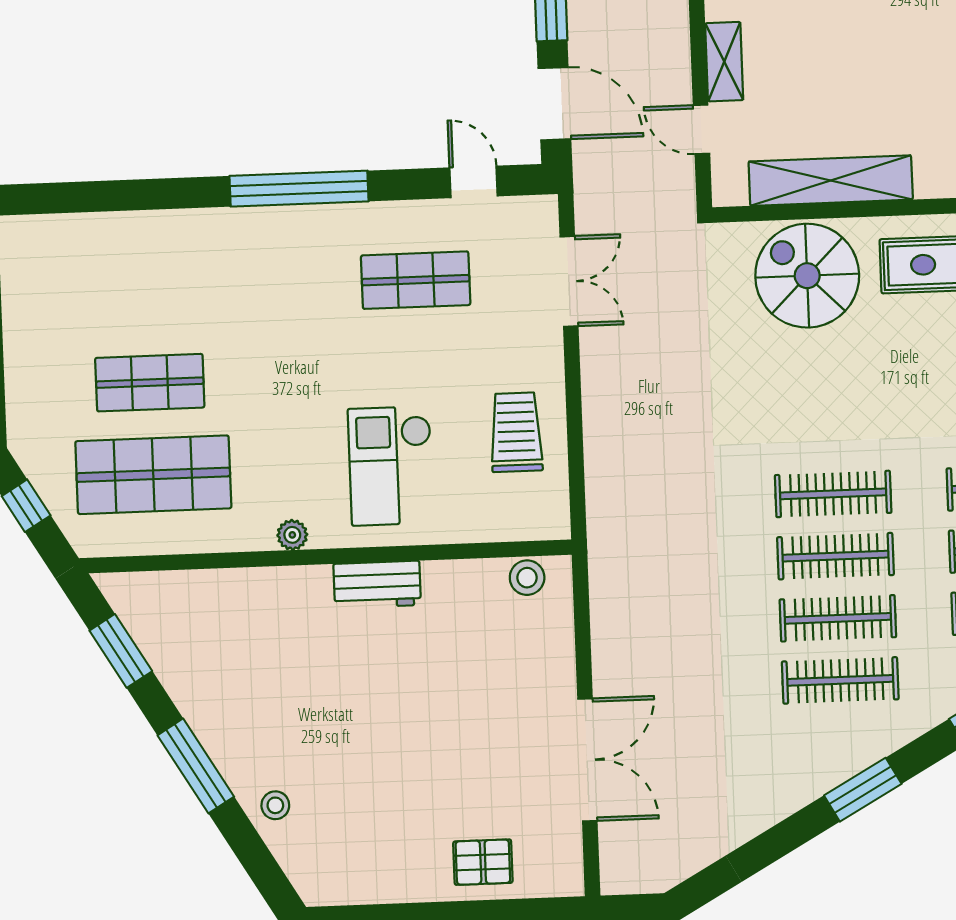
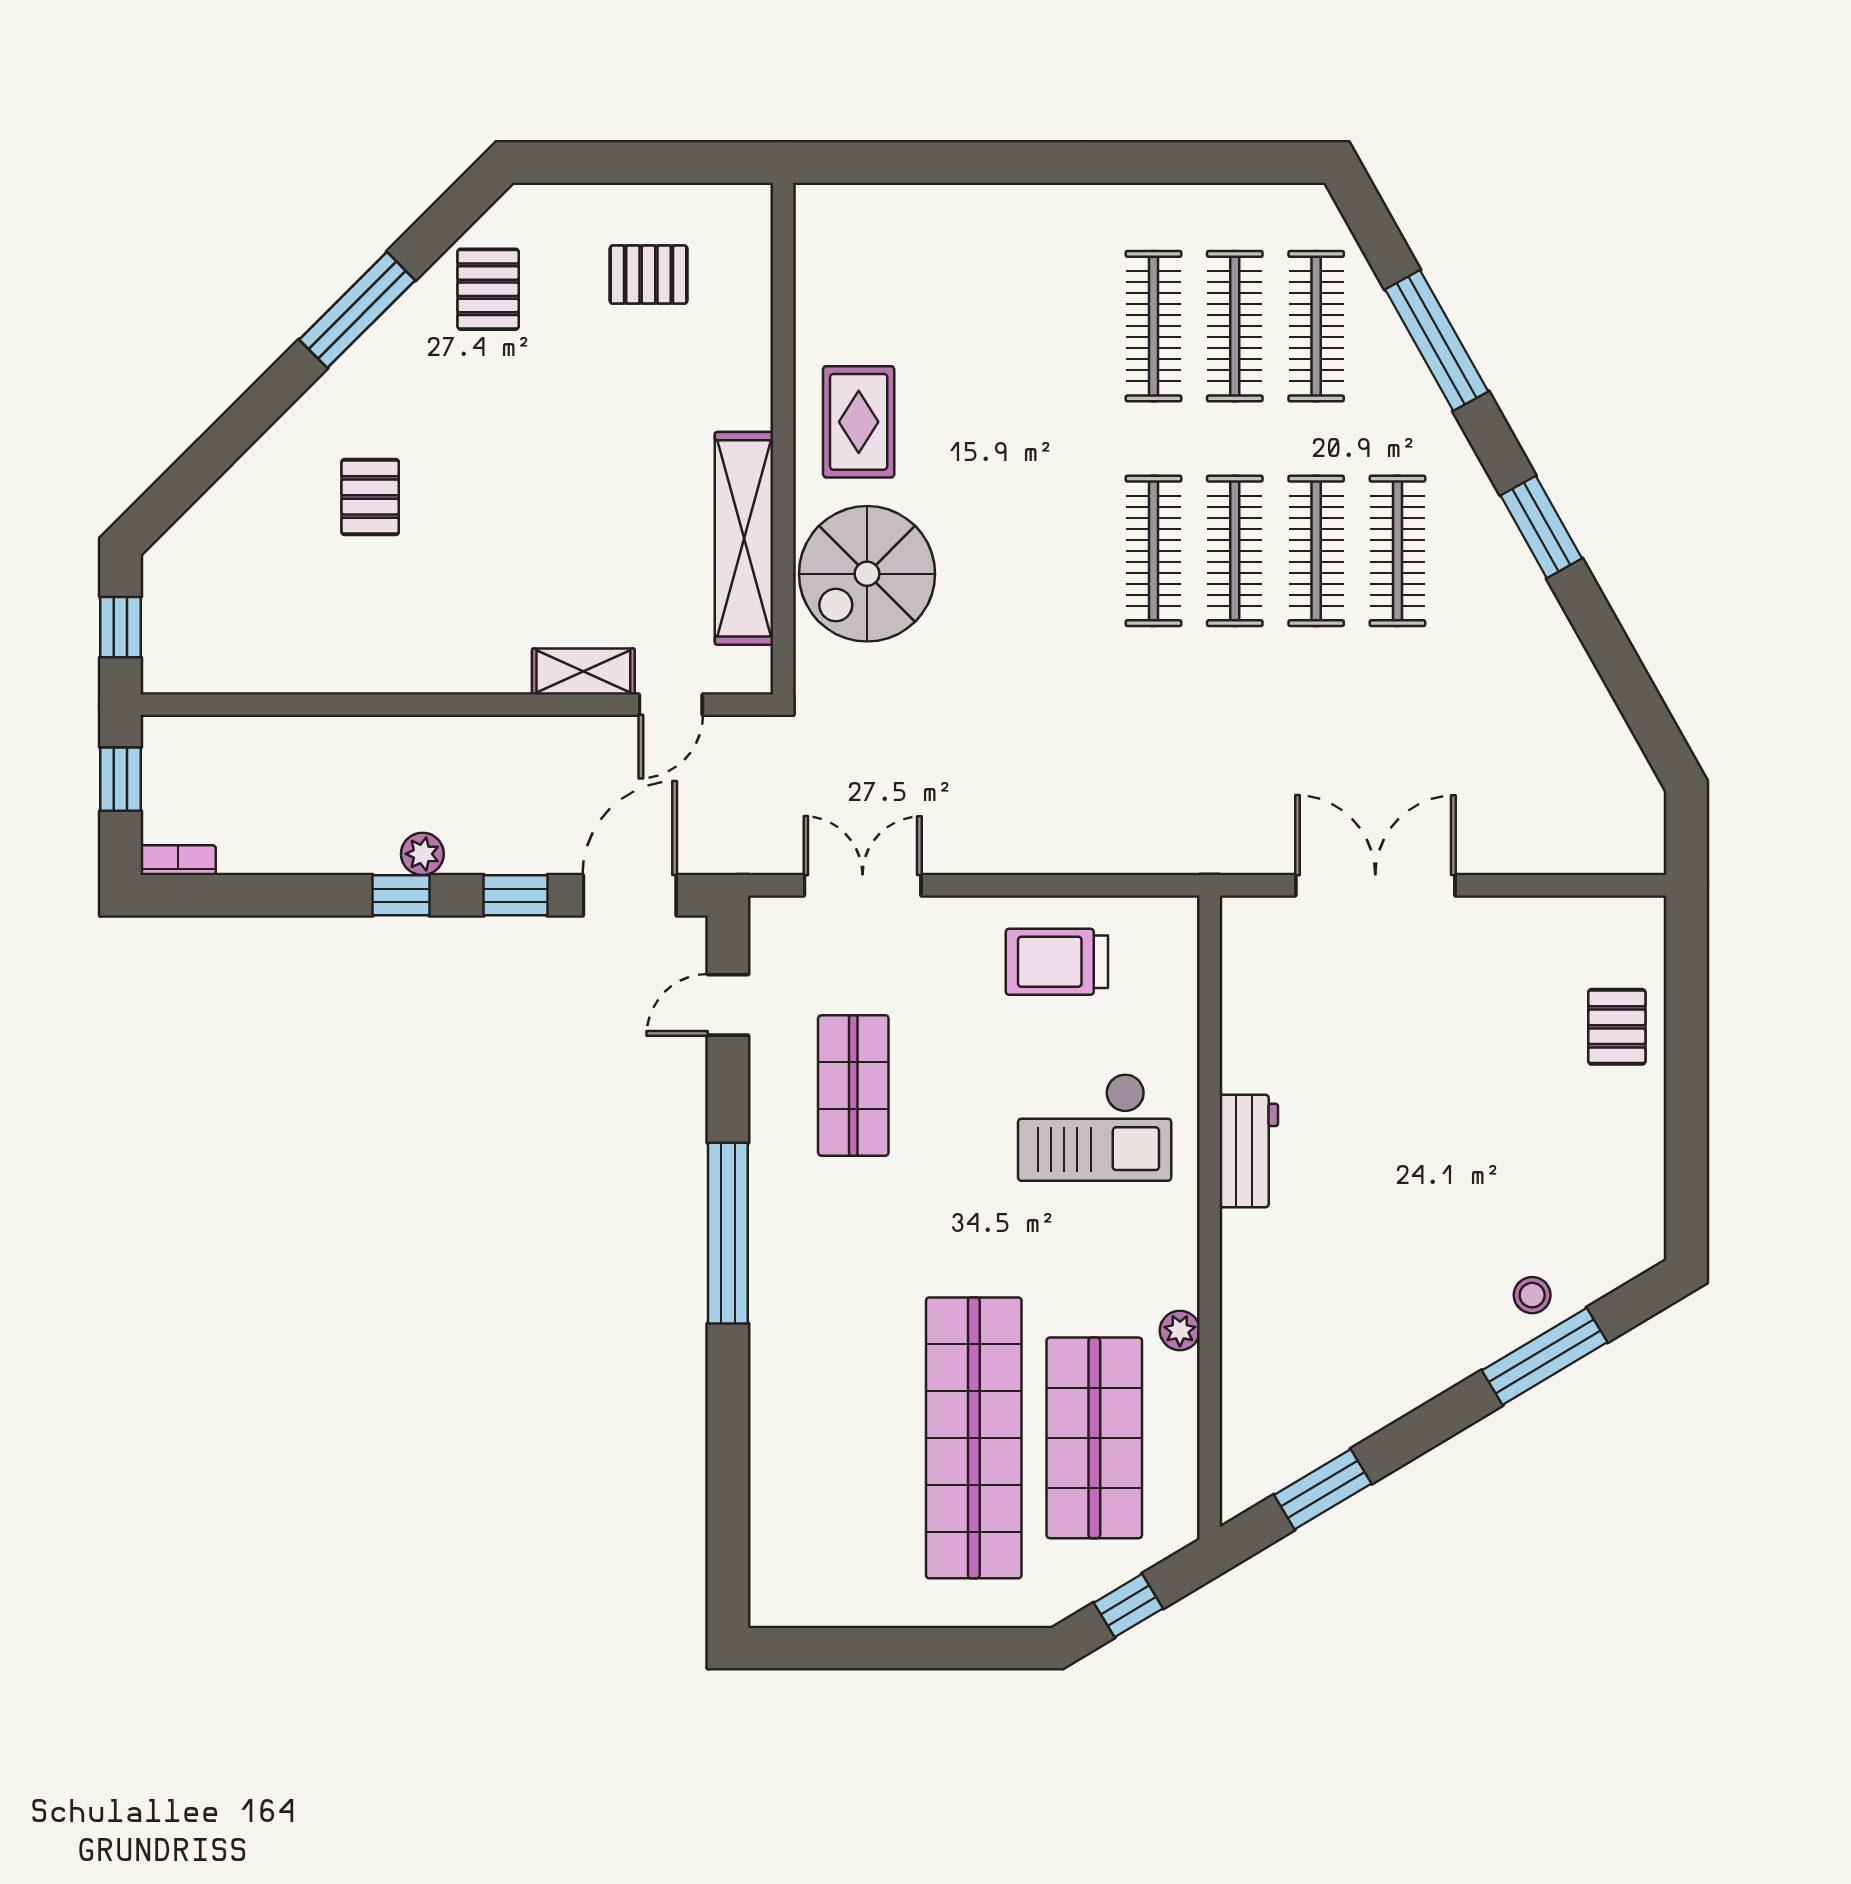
shop shelf: (150, 383) -> (974, 1438), width x2.00, depth x1.36
plant: (292, 535) -> (1180, 1330), moved
stool: (527, 578) -> (1247, 955), removed
double door: (587, 760) -> (1375, 885), moved
window: (196, 766) -> (1545, 1356), moved

